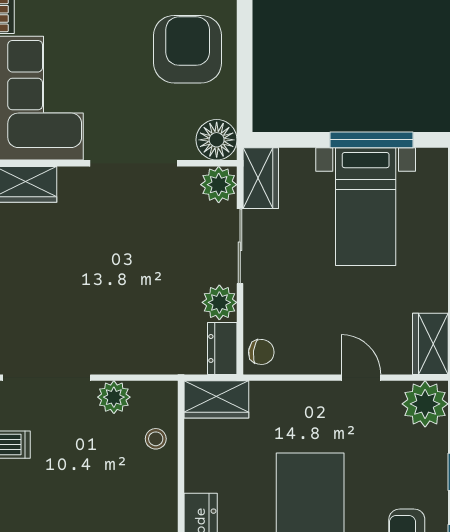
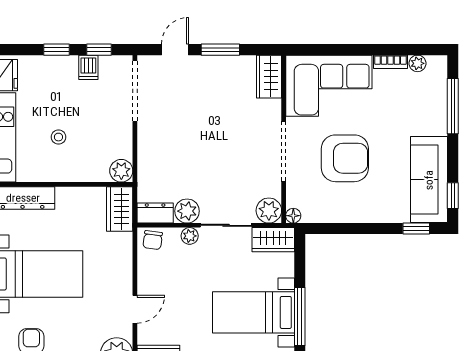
armchair: (188, 49) -> (345, 158), moved
floor lamp: (217, 140) -> (293, 216), width x0.53, depth x0.53
plant: (255, 299) -> (190, 236), added
plant: (114, 397) -> (121, 171), moved
stool: (156, 439) -> (58, 137), moved

